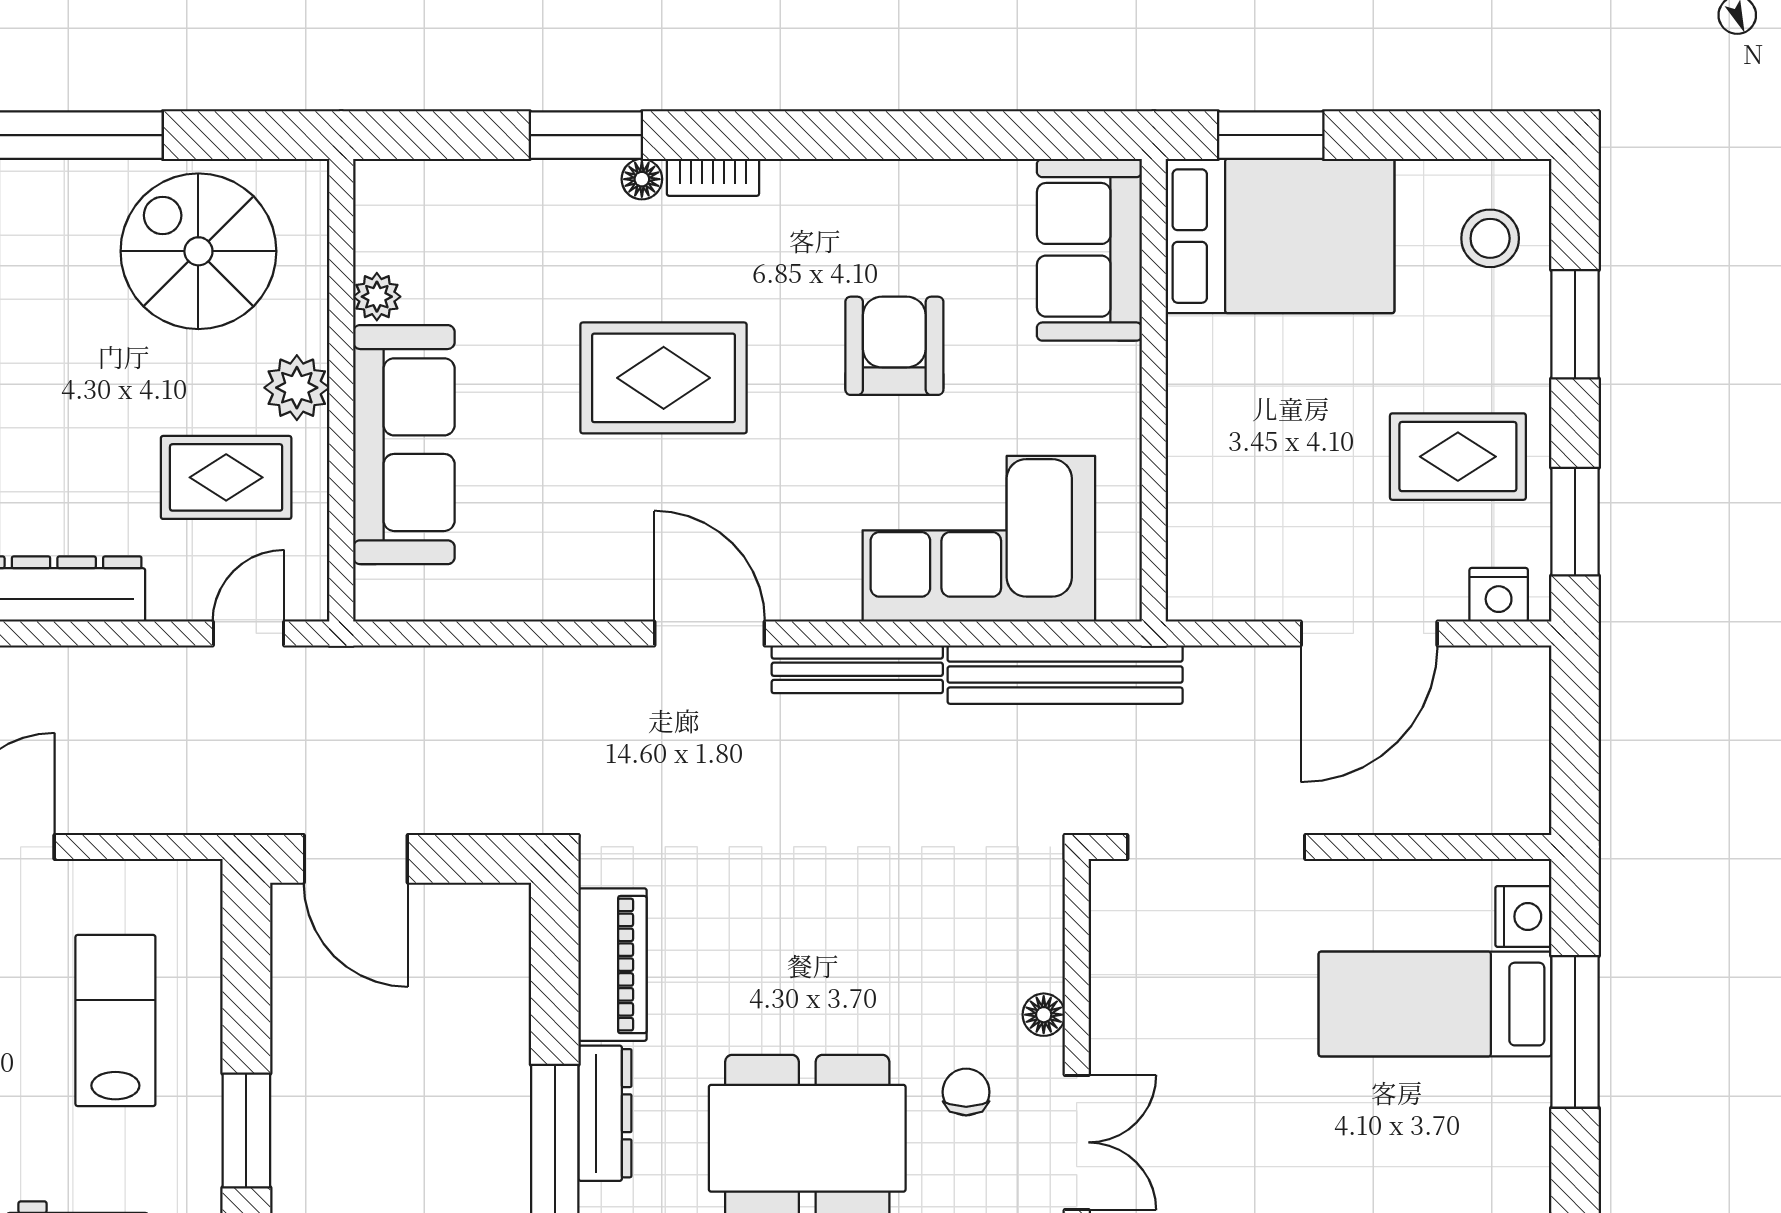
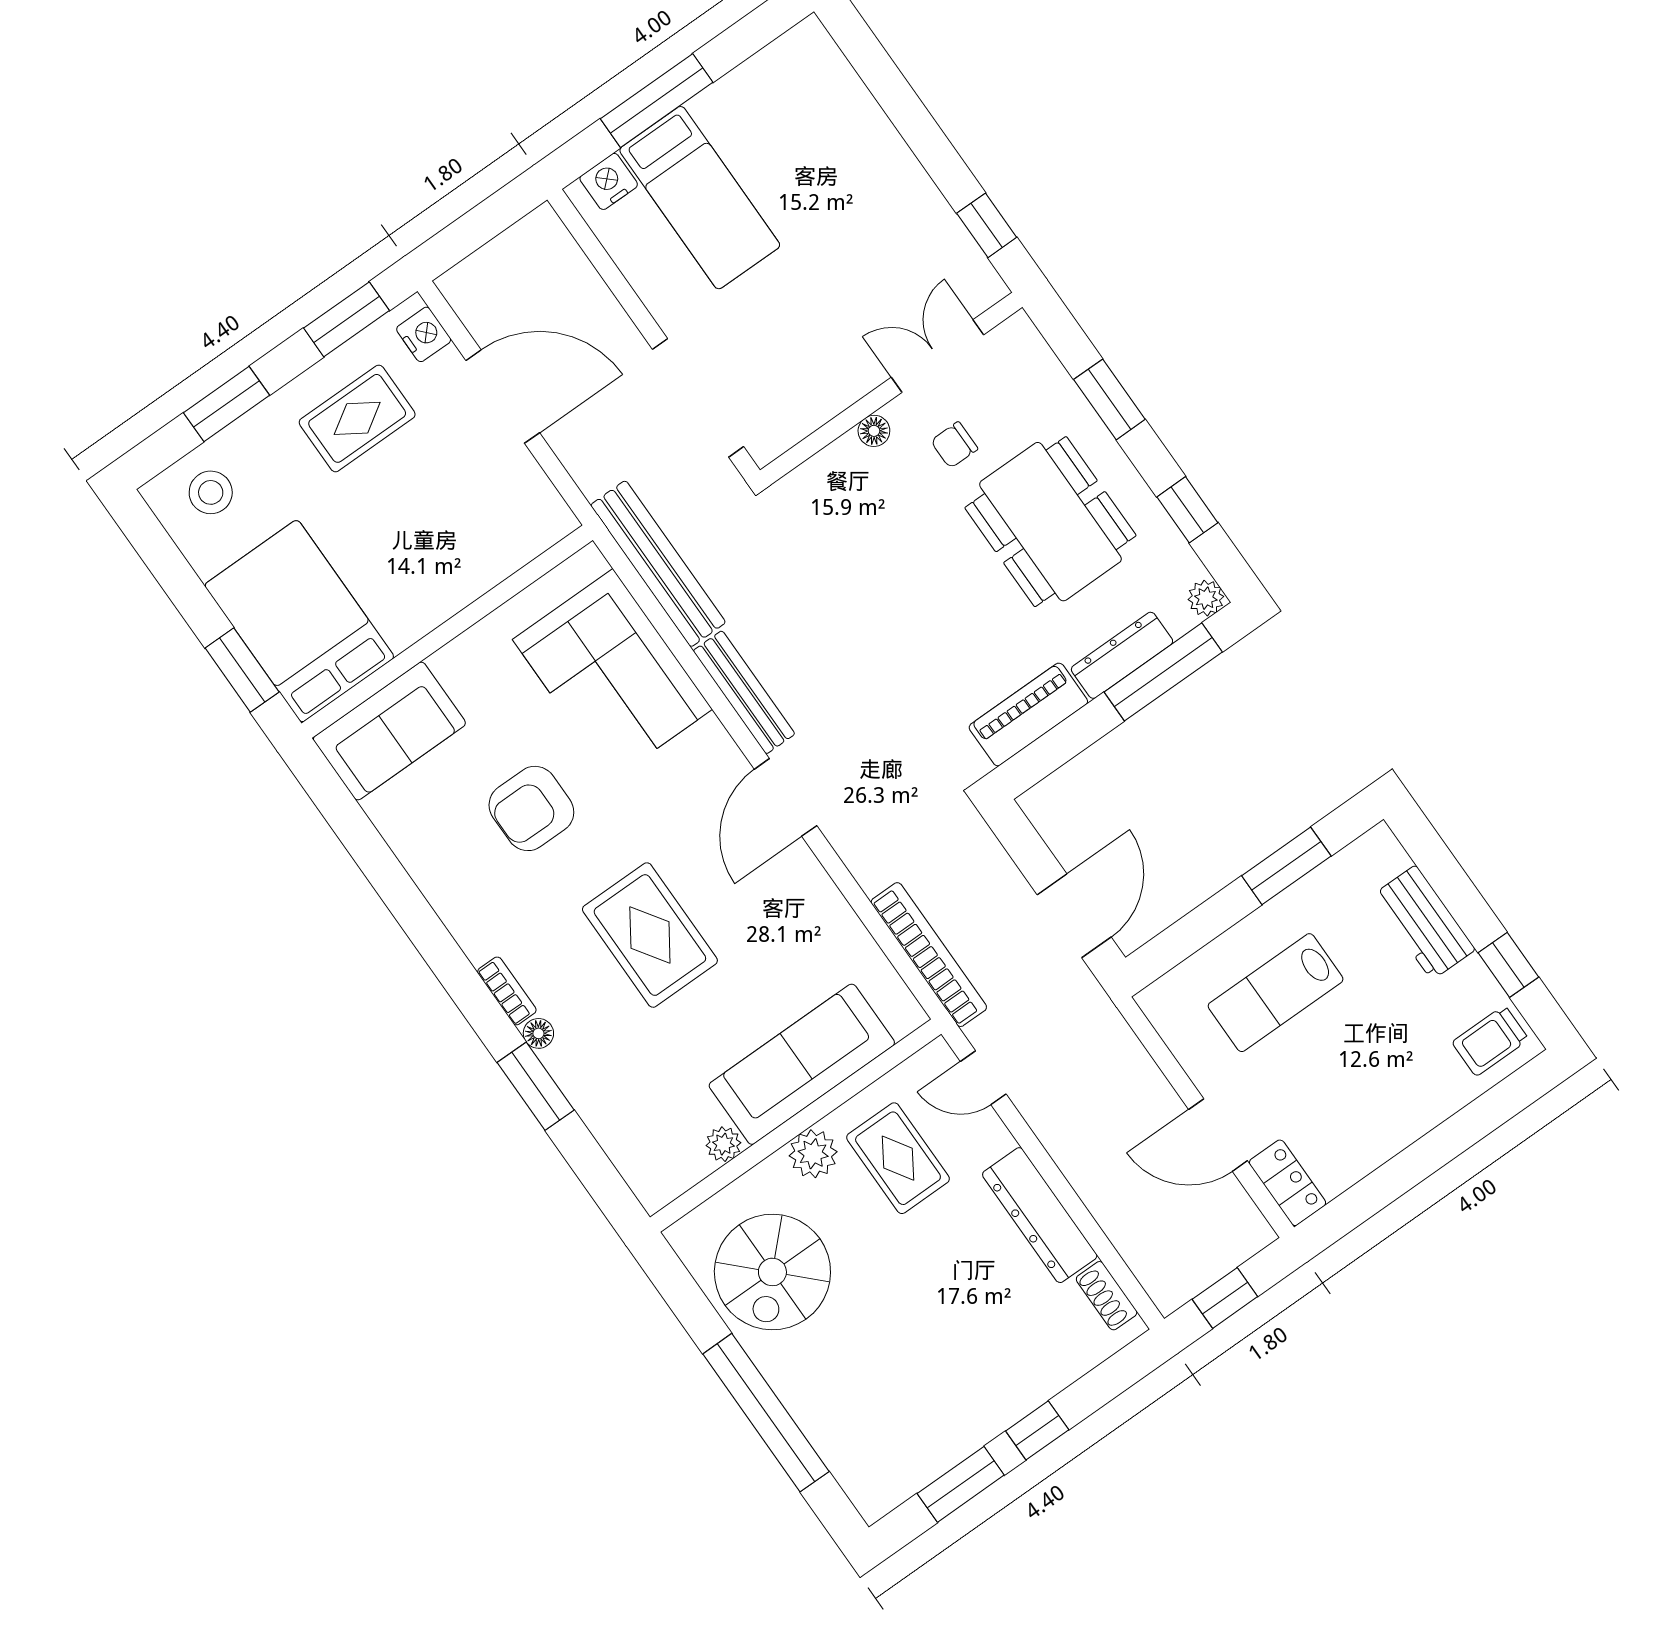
rug: (1458, 457) -> (357, 418), turned 90
bookcase: (426, 669) -> (929, 955), added

